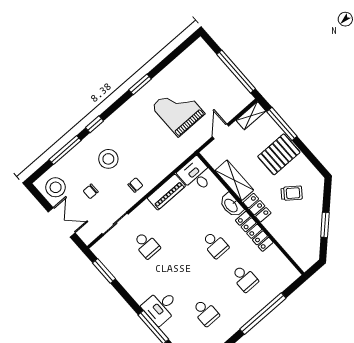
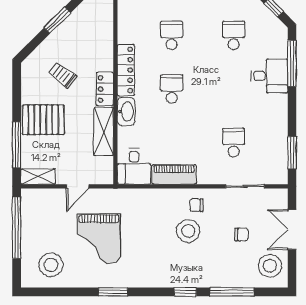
stool: (194, 67) -> (51, 265), added
stool: (108, 159) -> (188, 231), moved

